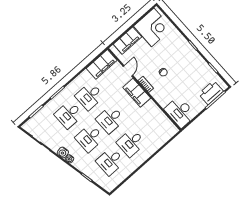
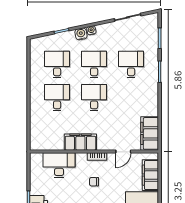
door: (128, 71) -> (123, 152), hinge flipped
filing cabinet: (137, 93) -> (80, 142), moved
desk: (90, 96) -> (131, 98), removed
desk: (180, 112) -> (59, 165), moved
water cooler: (63, 152) -> (81, 34), moved

